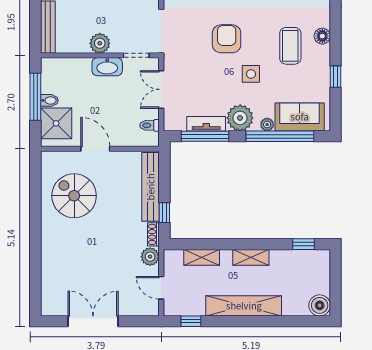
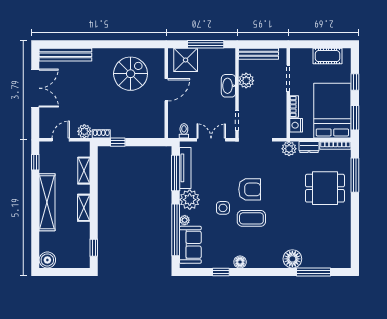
floor lamp: (322, 36) -> (240, 262), moved
plant: (100, 43) -> (246, 81), moved
coffee table: (290, 46) -> (251, 218), moved
washbasin: (107, 67) -> (228, 86), moved
bidet: (49, 100) -> (203, 55), removed
tv unit: (206, 124) -> (185, 168), width x1.41
bench: (151, 187) -> (65, 55), moved

